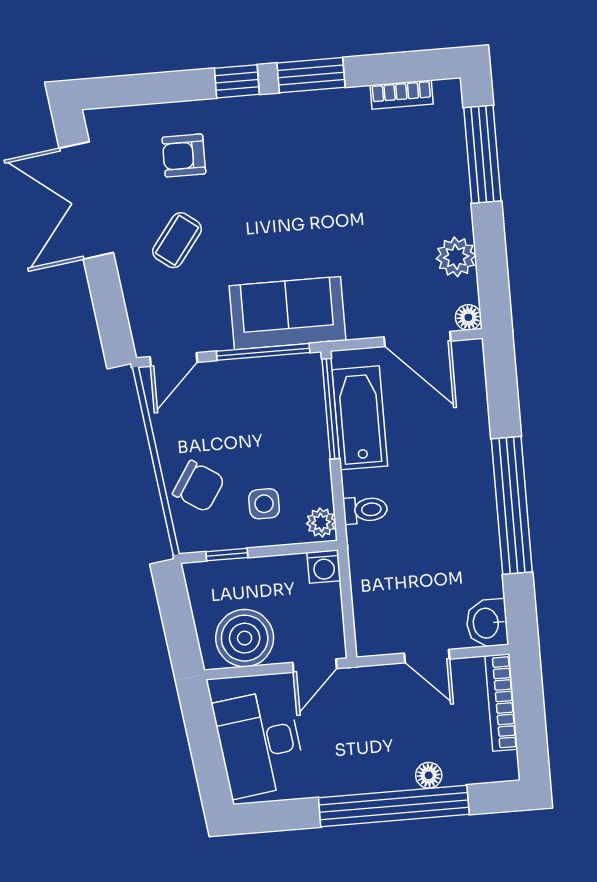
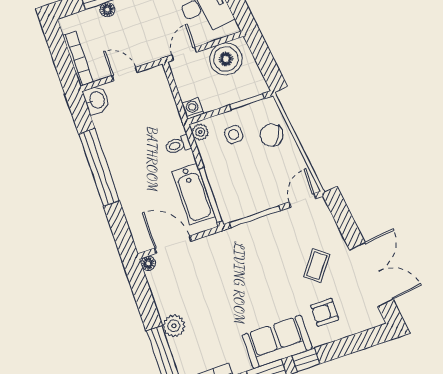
armchair: (184, 156) -> (325, 312), turned 180
plant: (456, 257) -> (174, 326), moved
sofa: (287, 313) -> (277, 342), moved, turned 180
window: (227, 555) -> (247, 102), width x1.50

